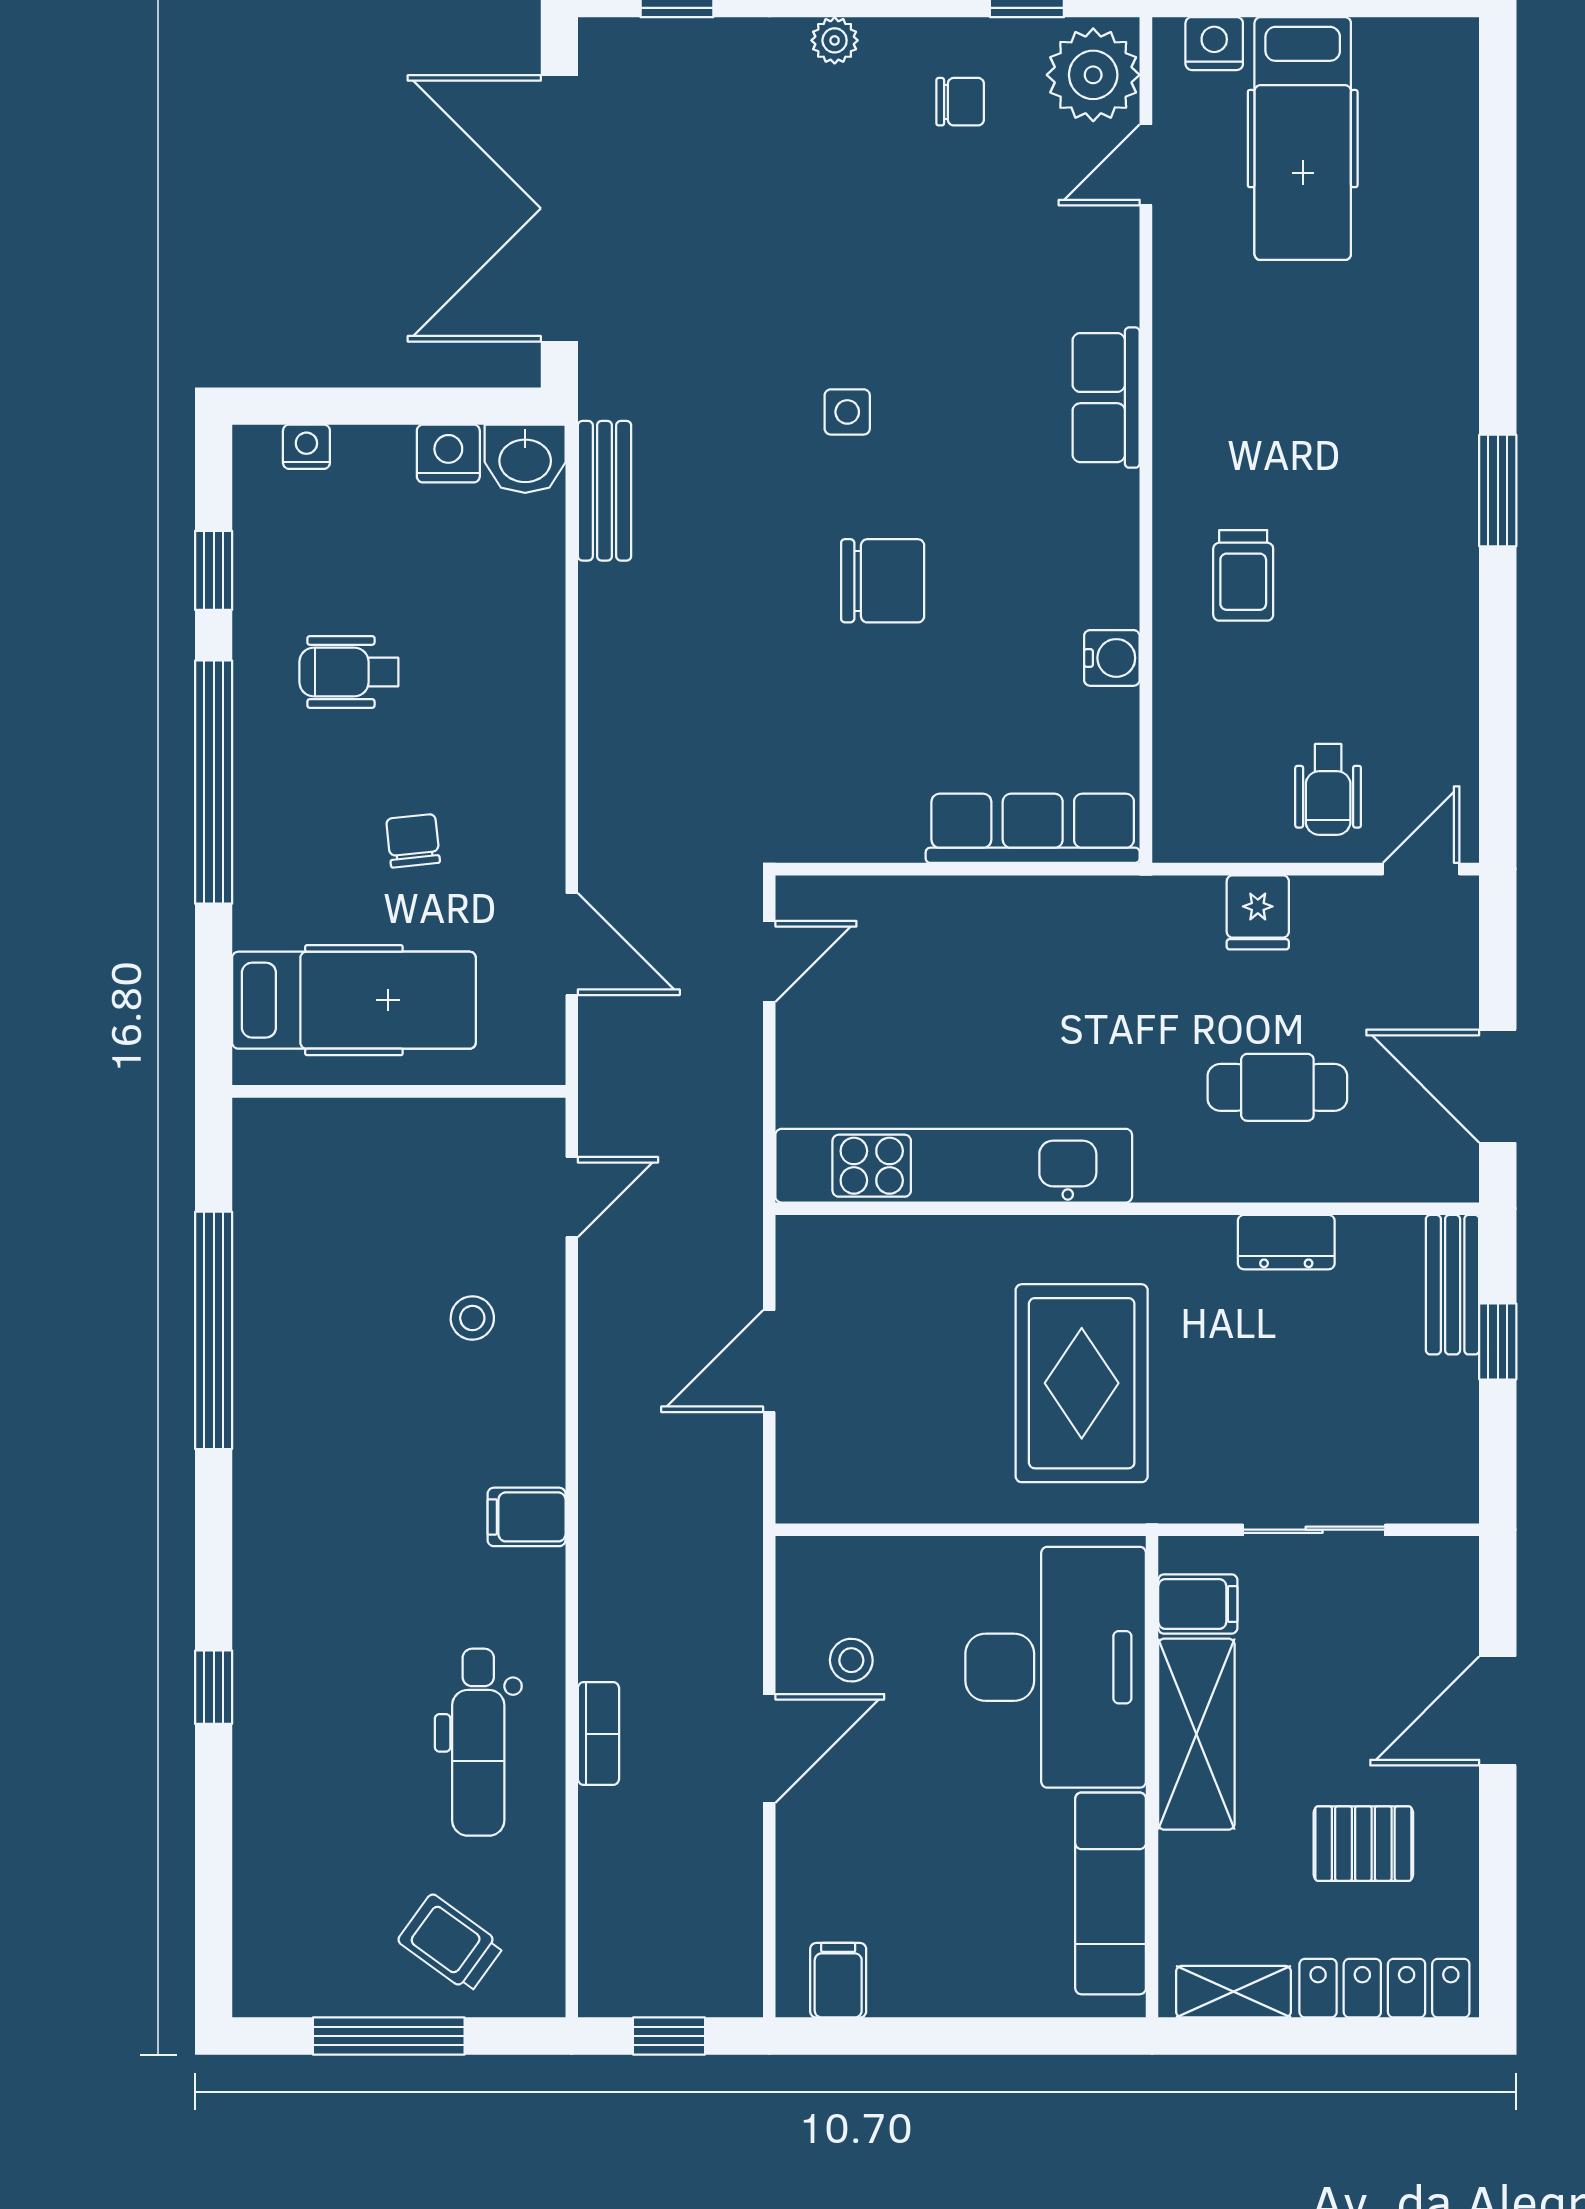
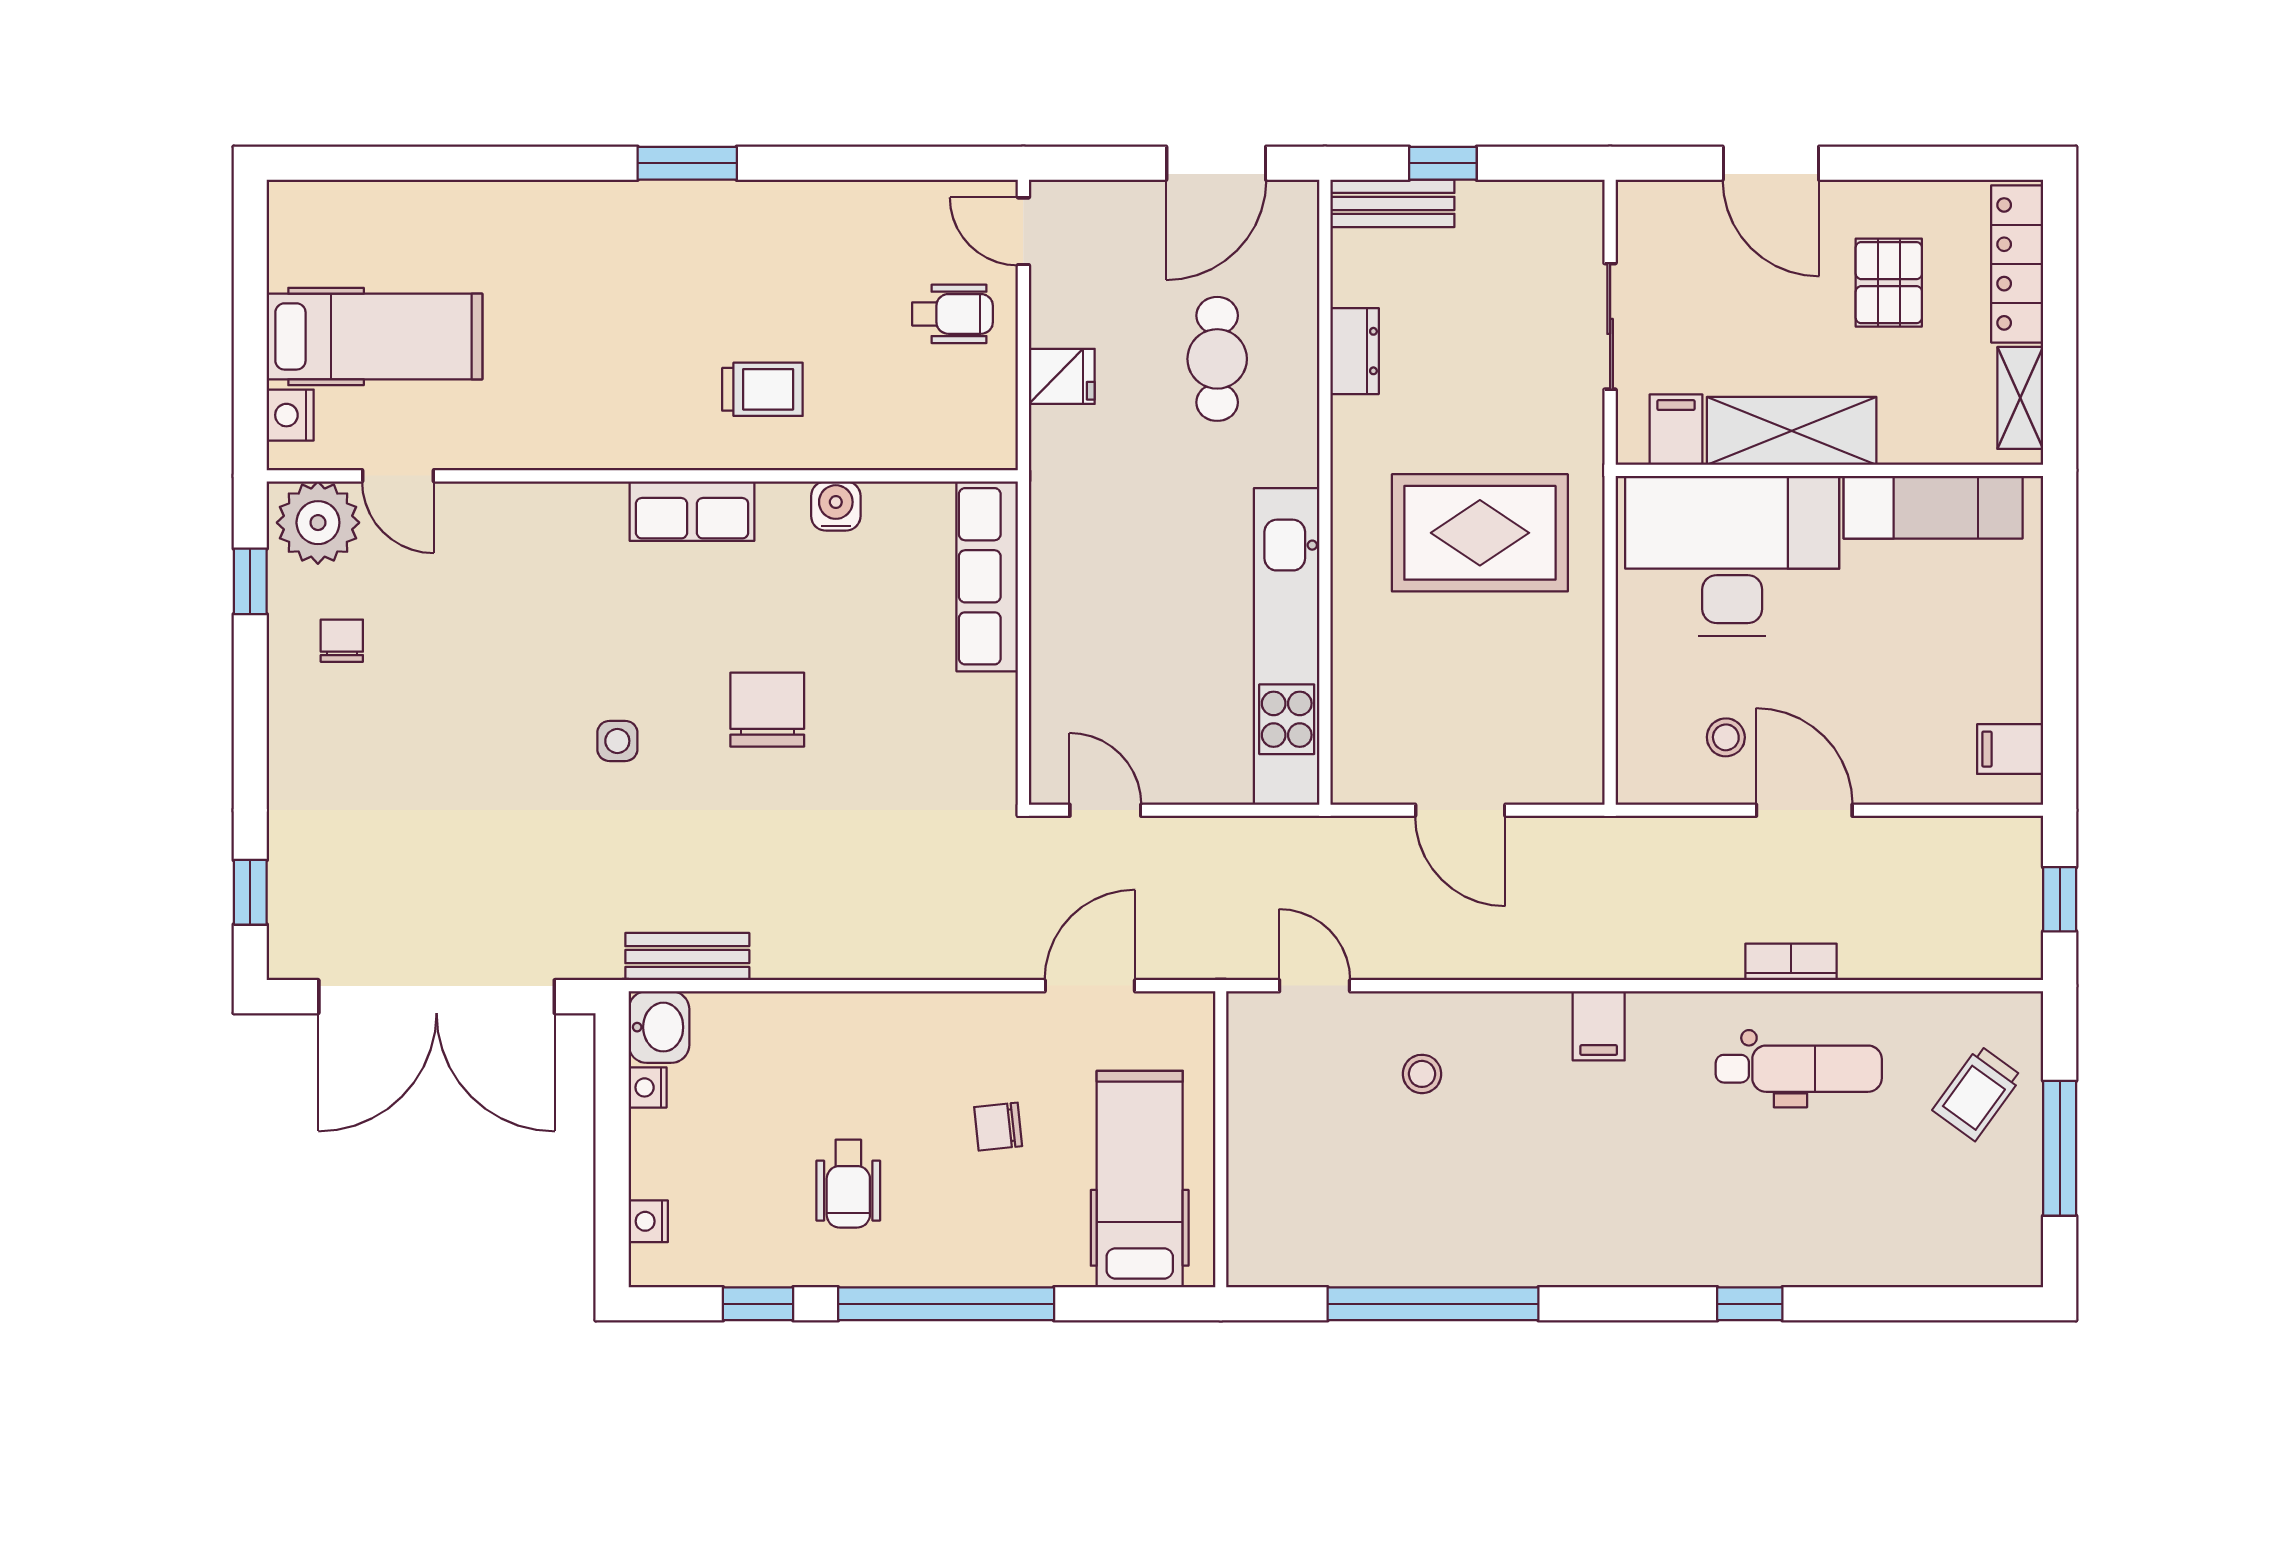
plant: (835, 40) -> (287, 752), removed
row of seats: (1106, 398) -> (692, 511), moved
nightstand: (448, 454) -> (648, 1087), width x0.72, depth x0.74

